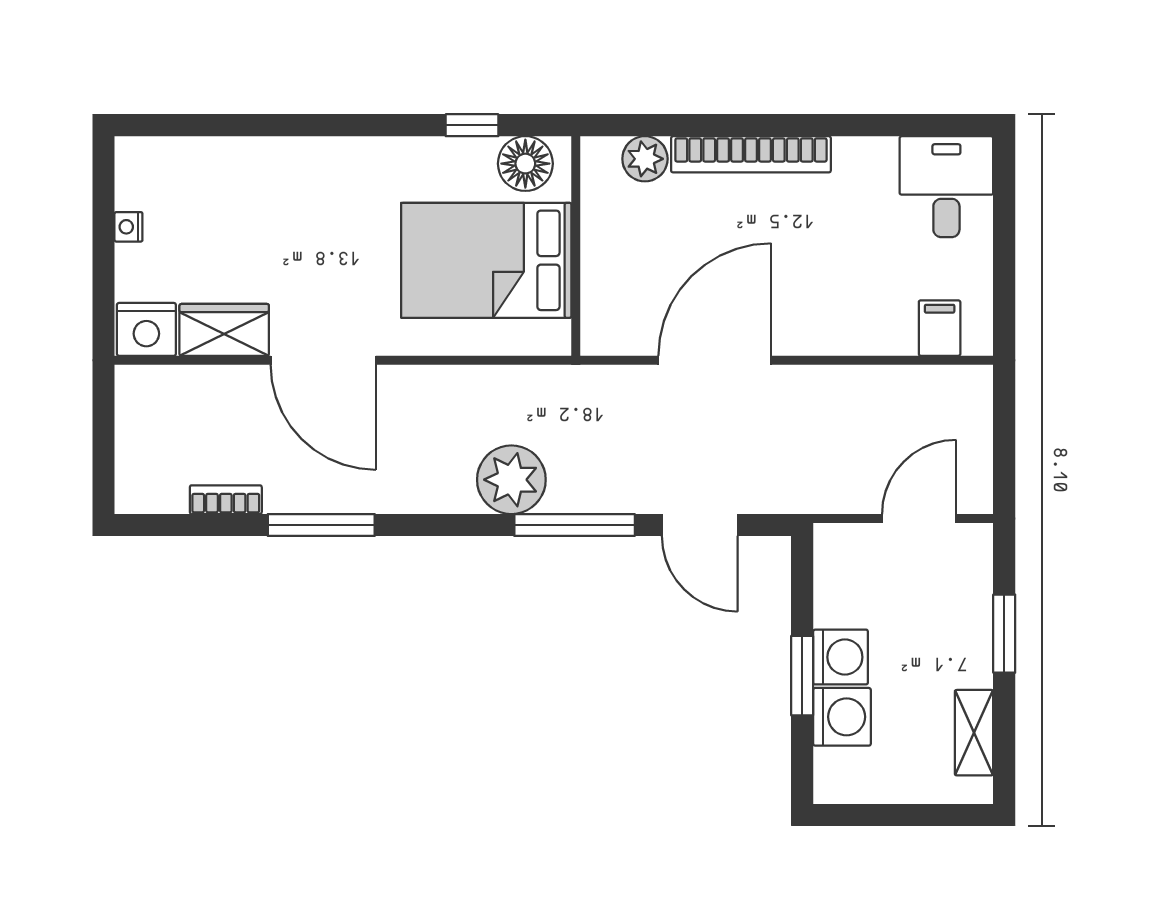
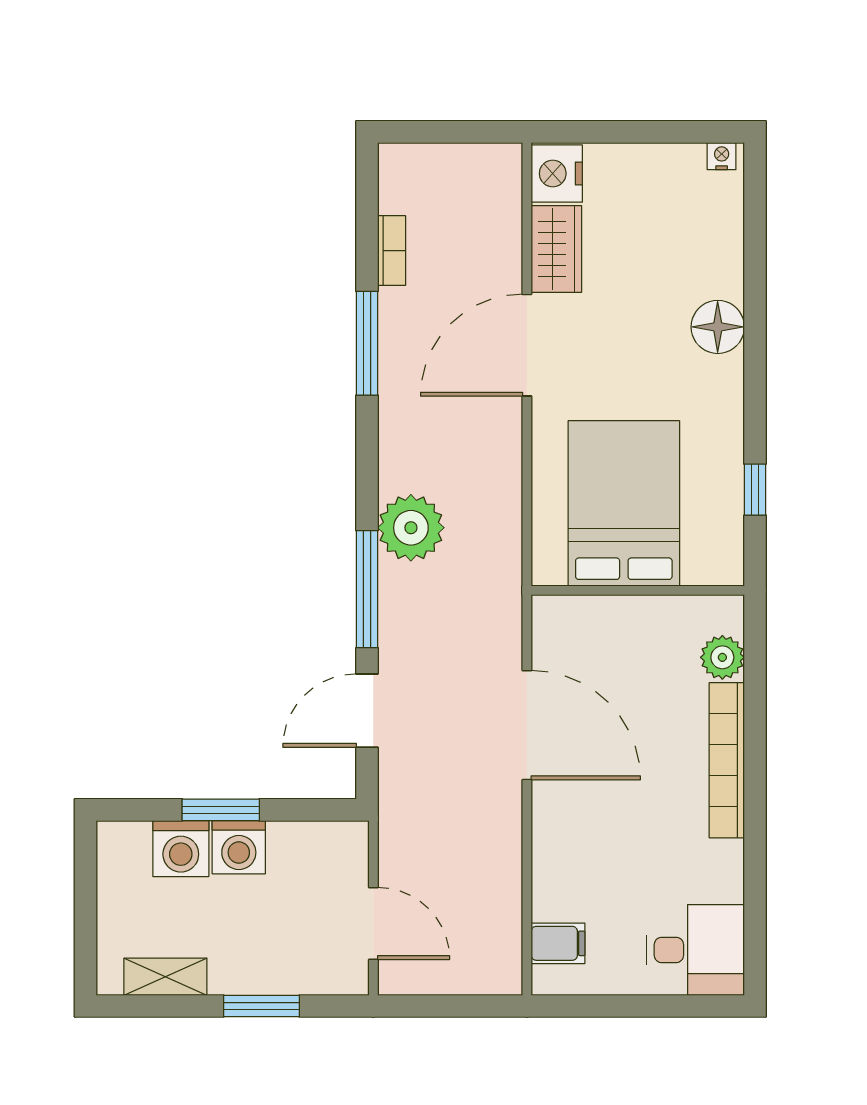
floor lamp: (525, 164) -> (718, 327), moved
nightstand: (128, 227) -> (722, 156), moved

